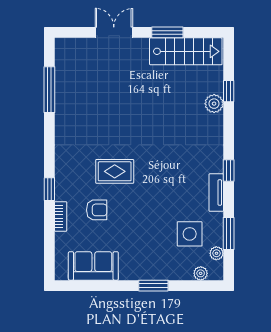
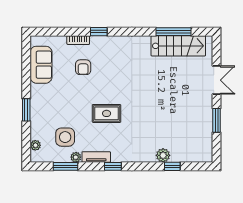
stairs: (186, 51) -> (178, 46), moved, turned -90
rug: (115, 171) -> (107, 113), moved, turned 90
plant: (216, 253) -> (76, 157), moved

